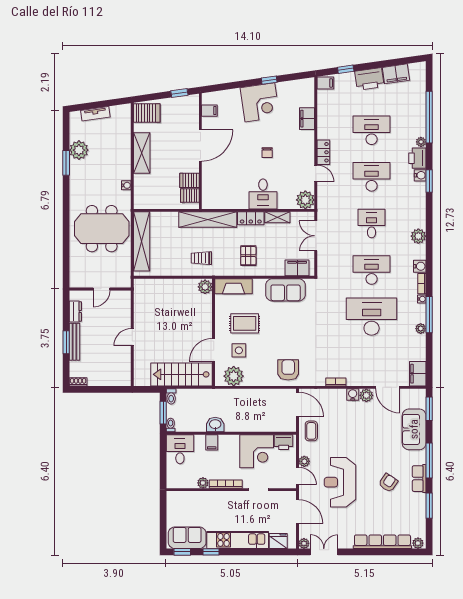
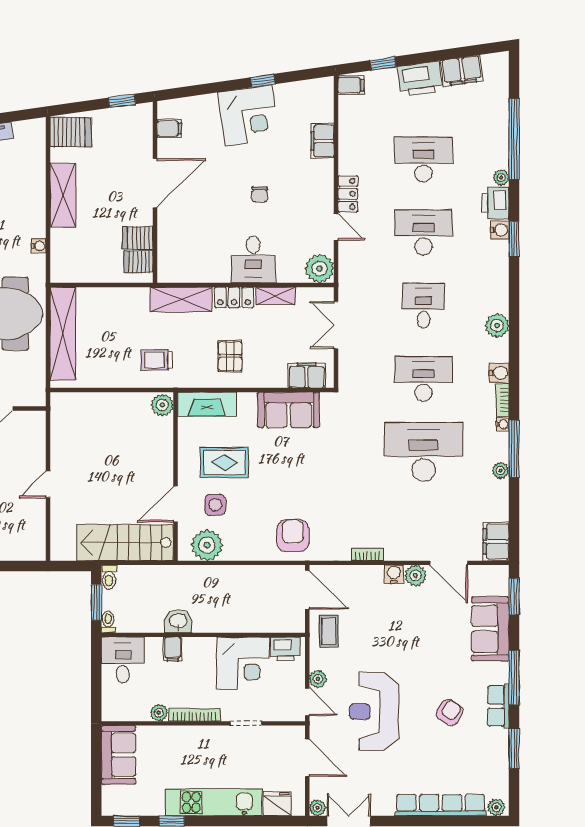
shelving: (208, 220) -> (181, 299), width x0.68
sofa: (187, 538) -> (118, 755), moved, turned 90

